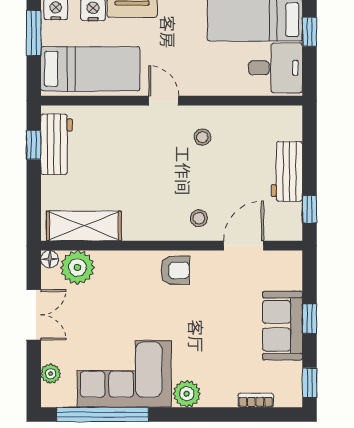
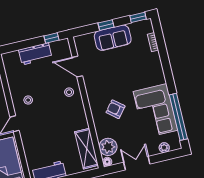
armchair: (175, 270) -> (115, 109), moved, turned -51
plant: (187, 394) -> (158, 77), removed

